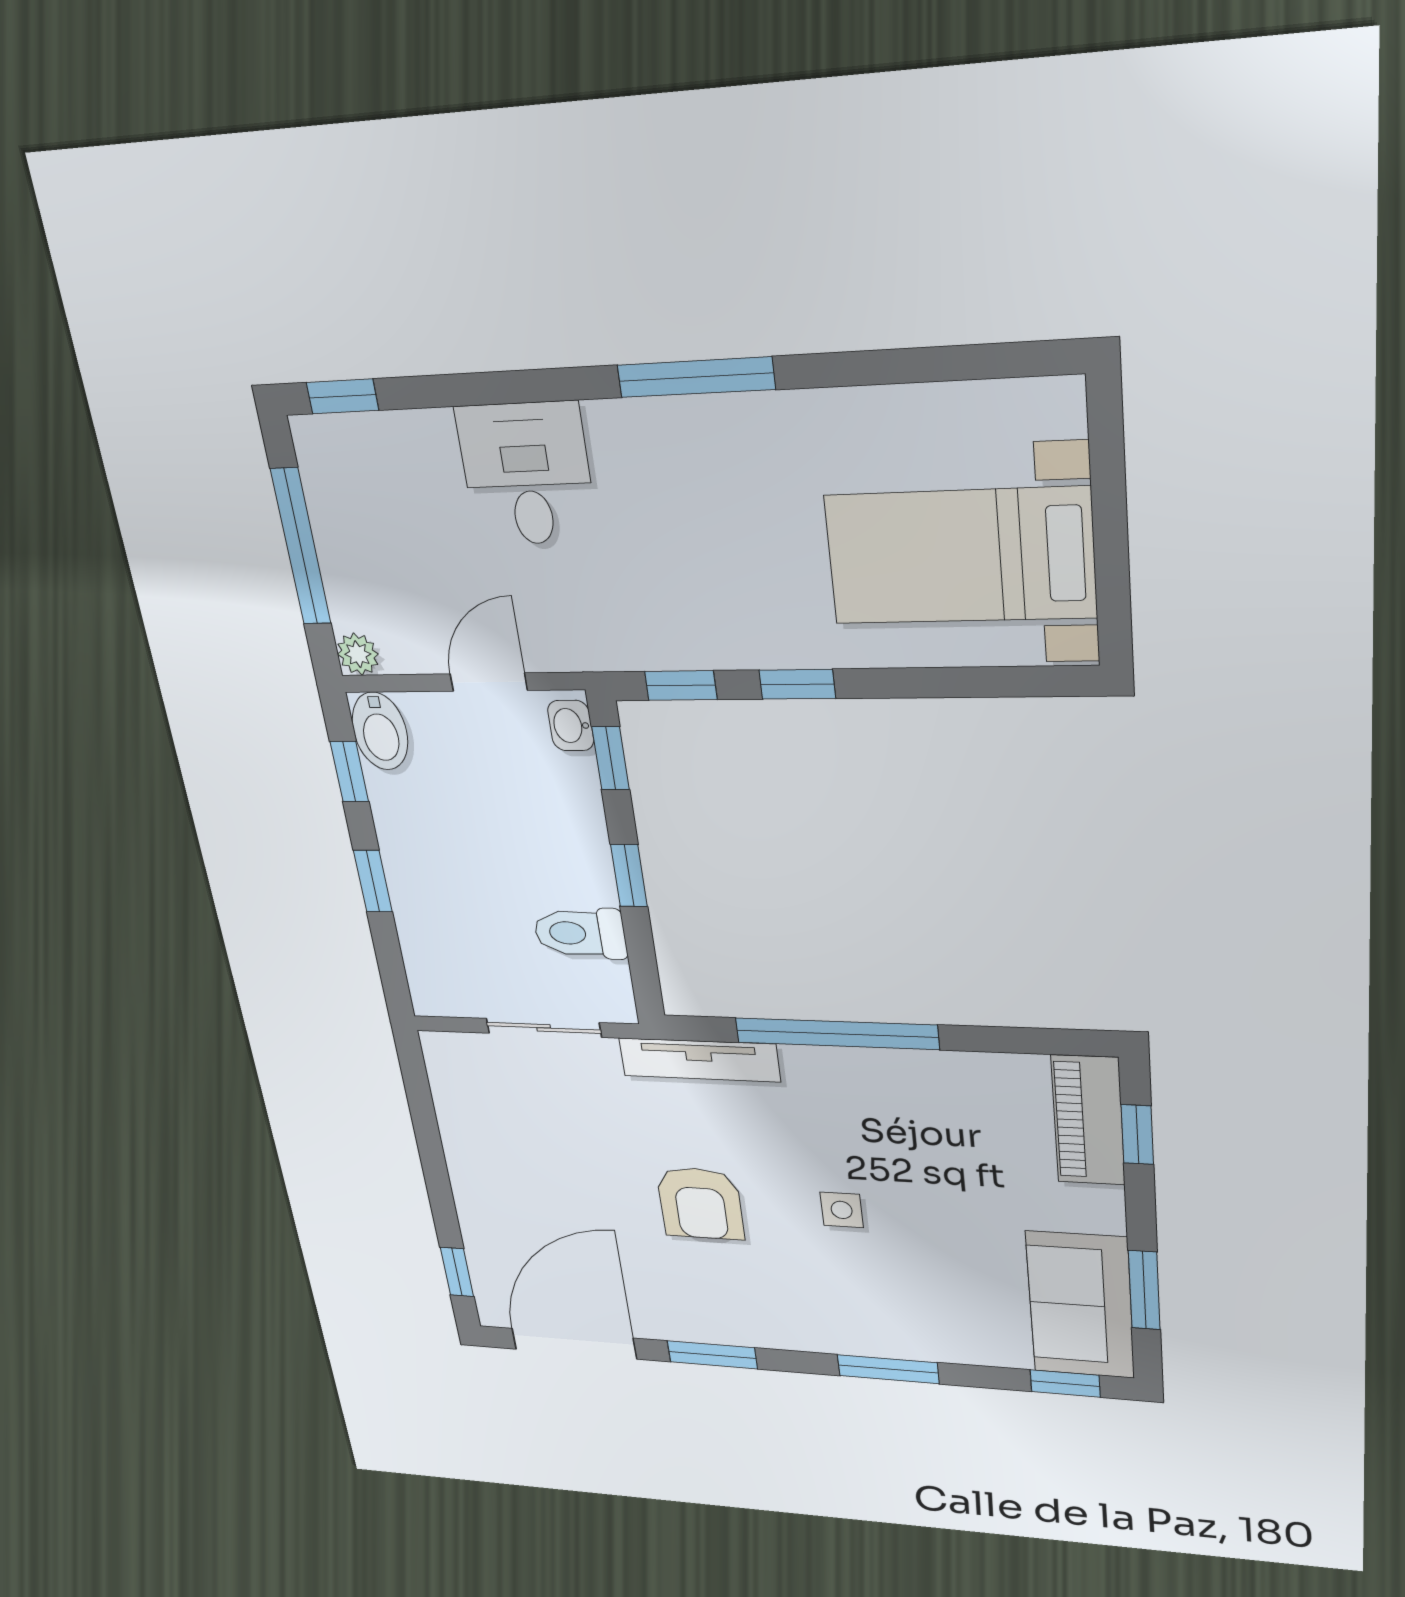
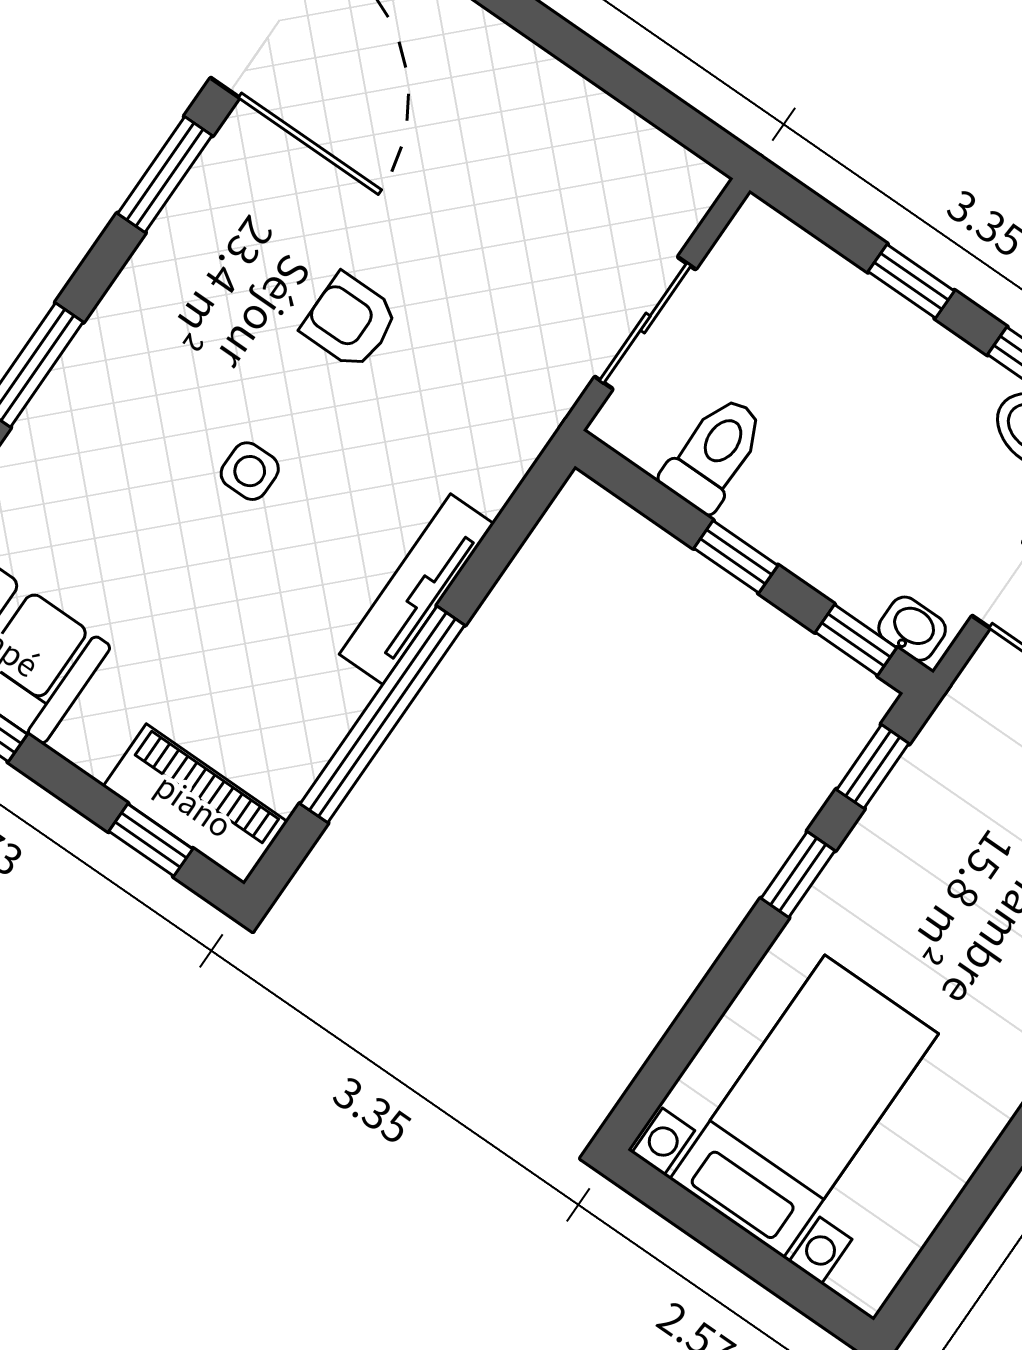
window: (837, 1034) -> (382, 714), moved
tv unit: (699, 1060) -> (417, 589), moved
armchair: (700, 1203) -> (350, 321), width x0.72, depth x0.72

